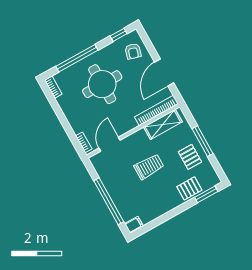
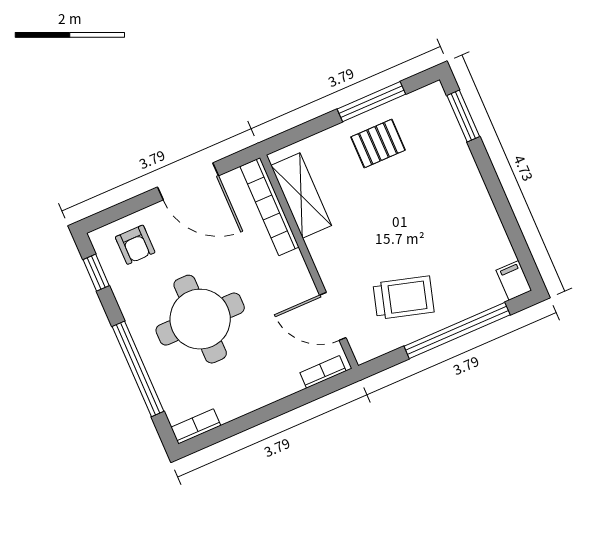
armchair: (133, 51) -> (135, 245), turned 74
window: (203, 141) -> (371, 102), moved
trolley: (149, 167) -> (404, 298), moved, turned 106
pallet: (189, 188) -> (447, 152), removed

